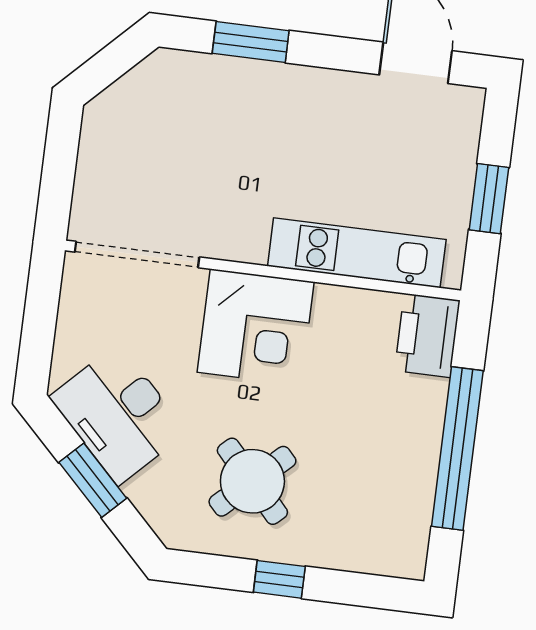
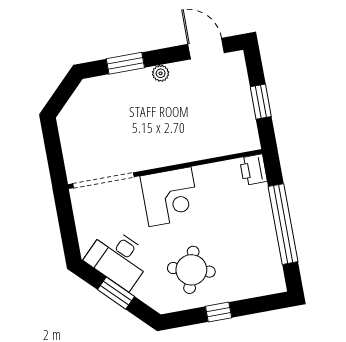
plant: (313, 83) -> (161, 73), added
kitchen unit: (357, 253) -> (207, 147), removed
printer: (427, 335) -> (253, 170), width x0.73, depth x0.84
round table: (252, 481) -> (191, 270), turned -31

